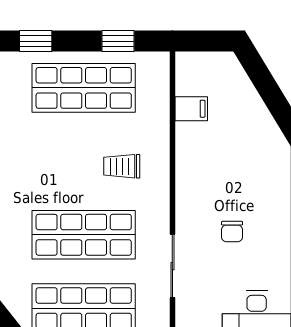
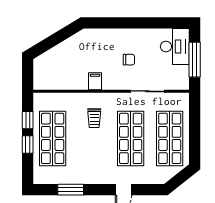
window: (36, 41) -> (28, 145), moved
filing cabinet: (191, 109) -> (95, 81), moved

